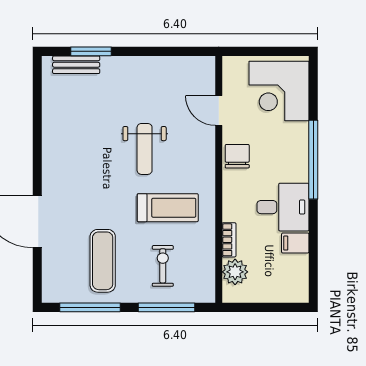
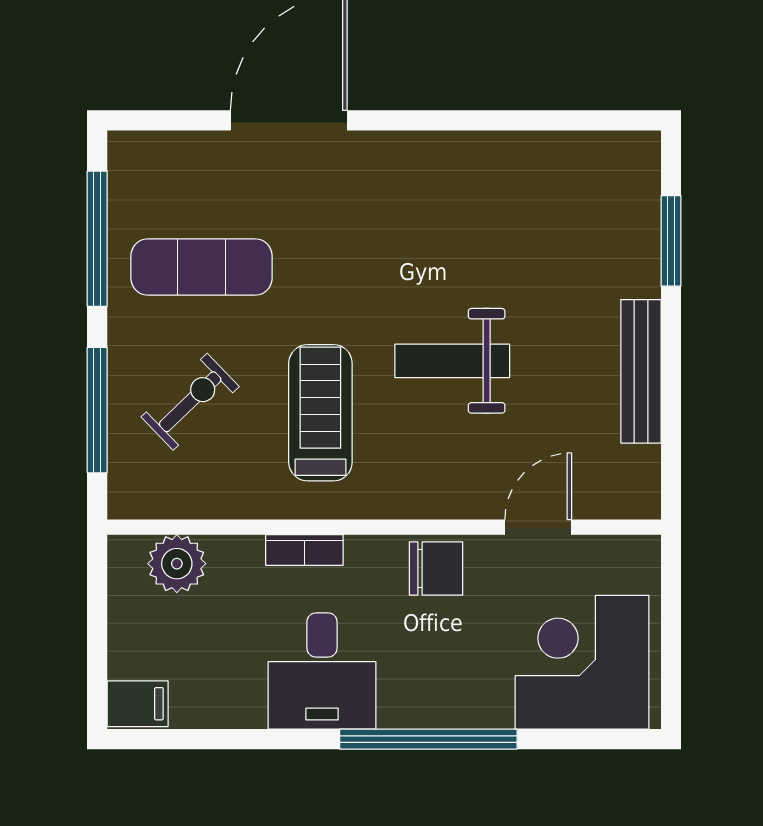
bench: (76, 65) -> (641, 371), moved, width x1.36
treadmill: (168, 208) -> (320, 413), turned 180
bookcase: (229, 240) -> (304, 550), moved
filing cabinet: (295, 243) -> (138, 704), moved, turned 90
exercise bike: (163, 266) -> (190, 402), turned -44

